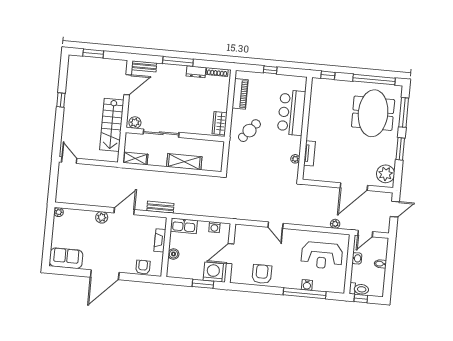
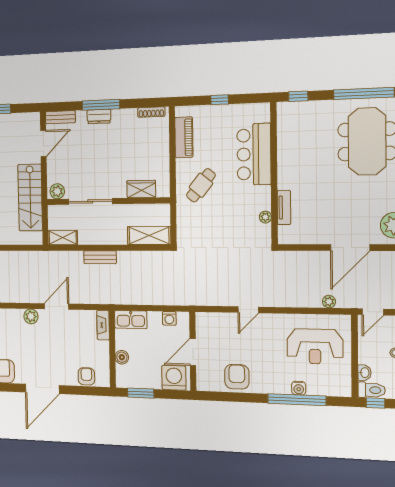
dresser: (196, 72) -> (99, 116), moved
wardrobe: (220, 123) -> (141, 189), moved, turned 90
shelving: (184, 162) -> (149, 236), moved
bench: (160, 207) -> (100, 257), moved
door: (276, 225) -> (248, 310), hinge flipped
fireplace: (160, 240) -> (103, 325), moved
washbasin: (357, 258) -> (364, 373), moved
window: (203, 284) -> (141, 393), moved

